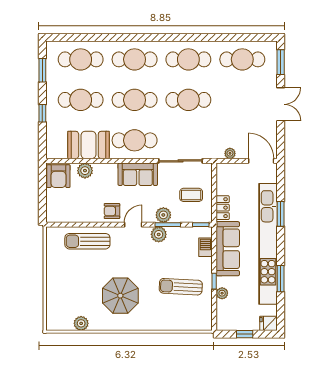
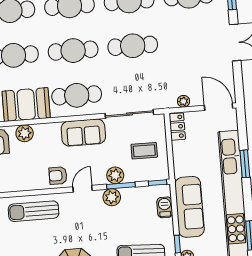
locker: (223, 208) -> (177, 127), moved

